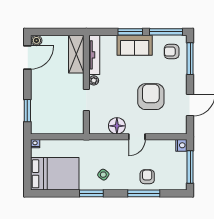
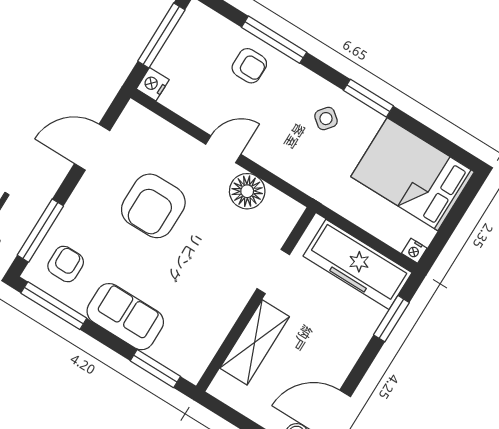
window: (130, 32) -> (155, 369), moved
armchair: (172, 52) -> (66, 264), turned -90
shelving: (76, 54) -> (255, 342), moved
tv unit: (94, 55) -> (208, 344), removed
plant: (94, 80) -> (238, 299), removed
freezer: (54, 124) -> (357, 264), added
armchair: (147, 177) -> (249, 66), turned -90

